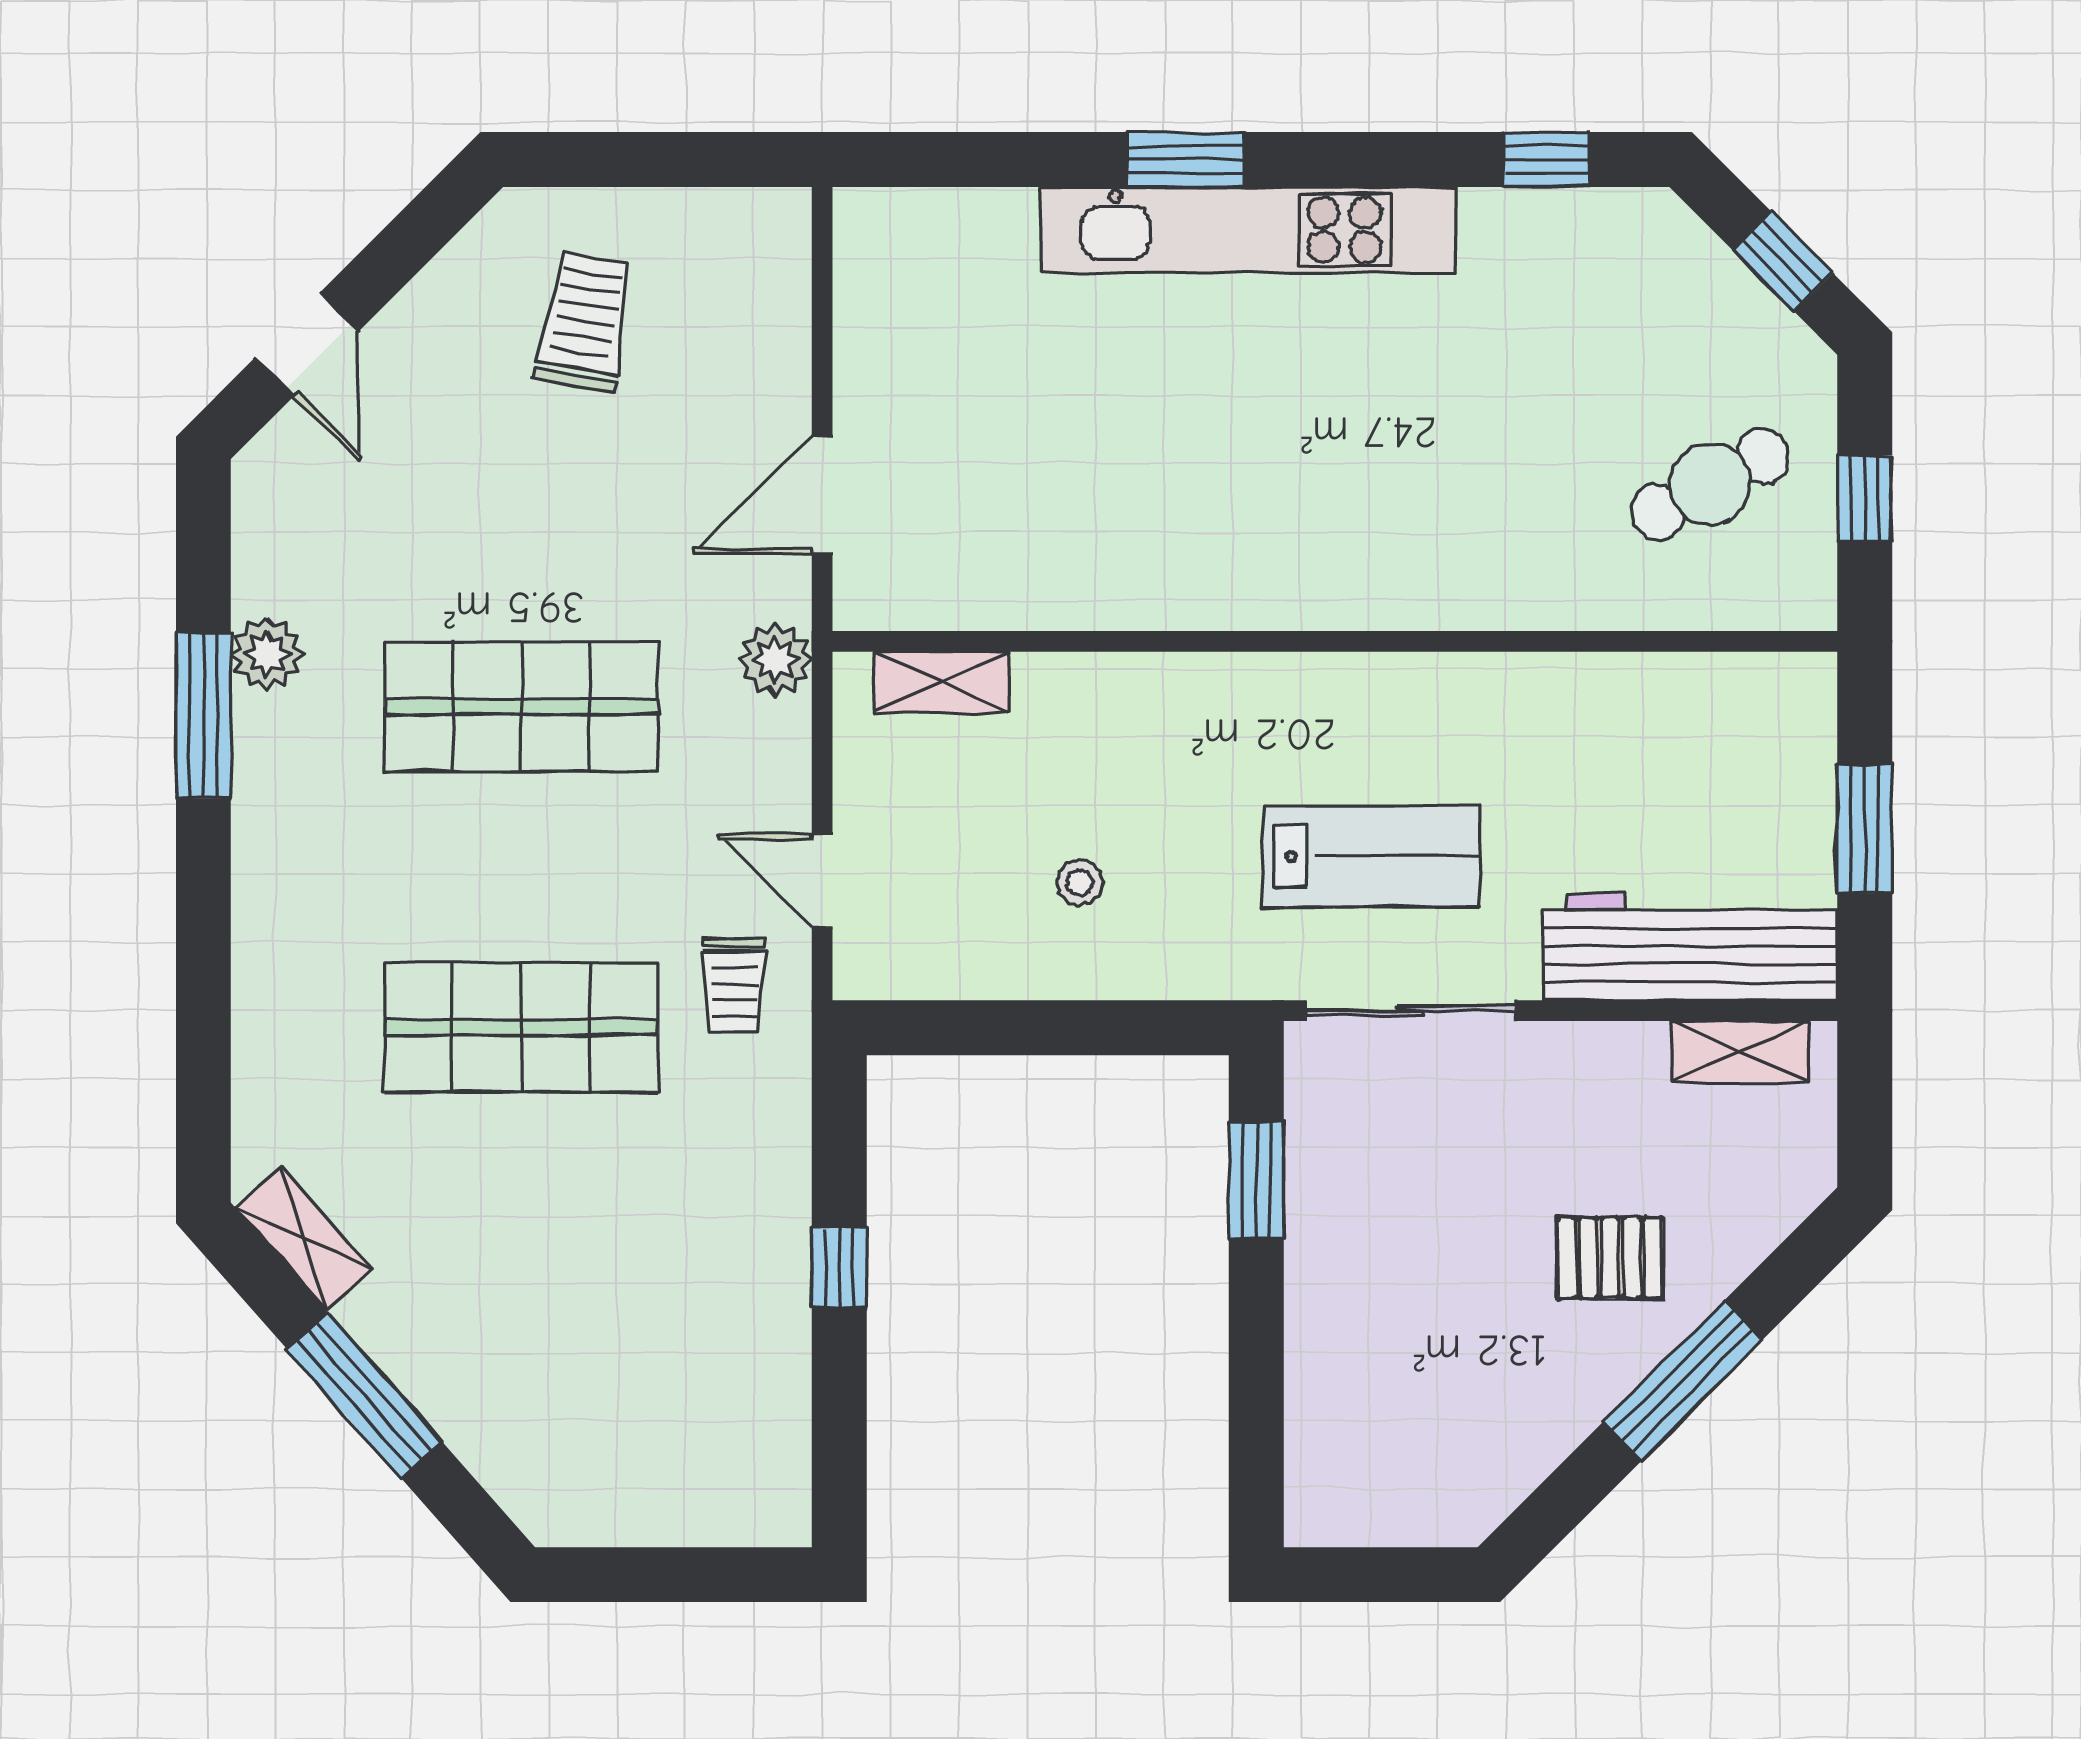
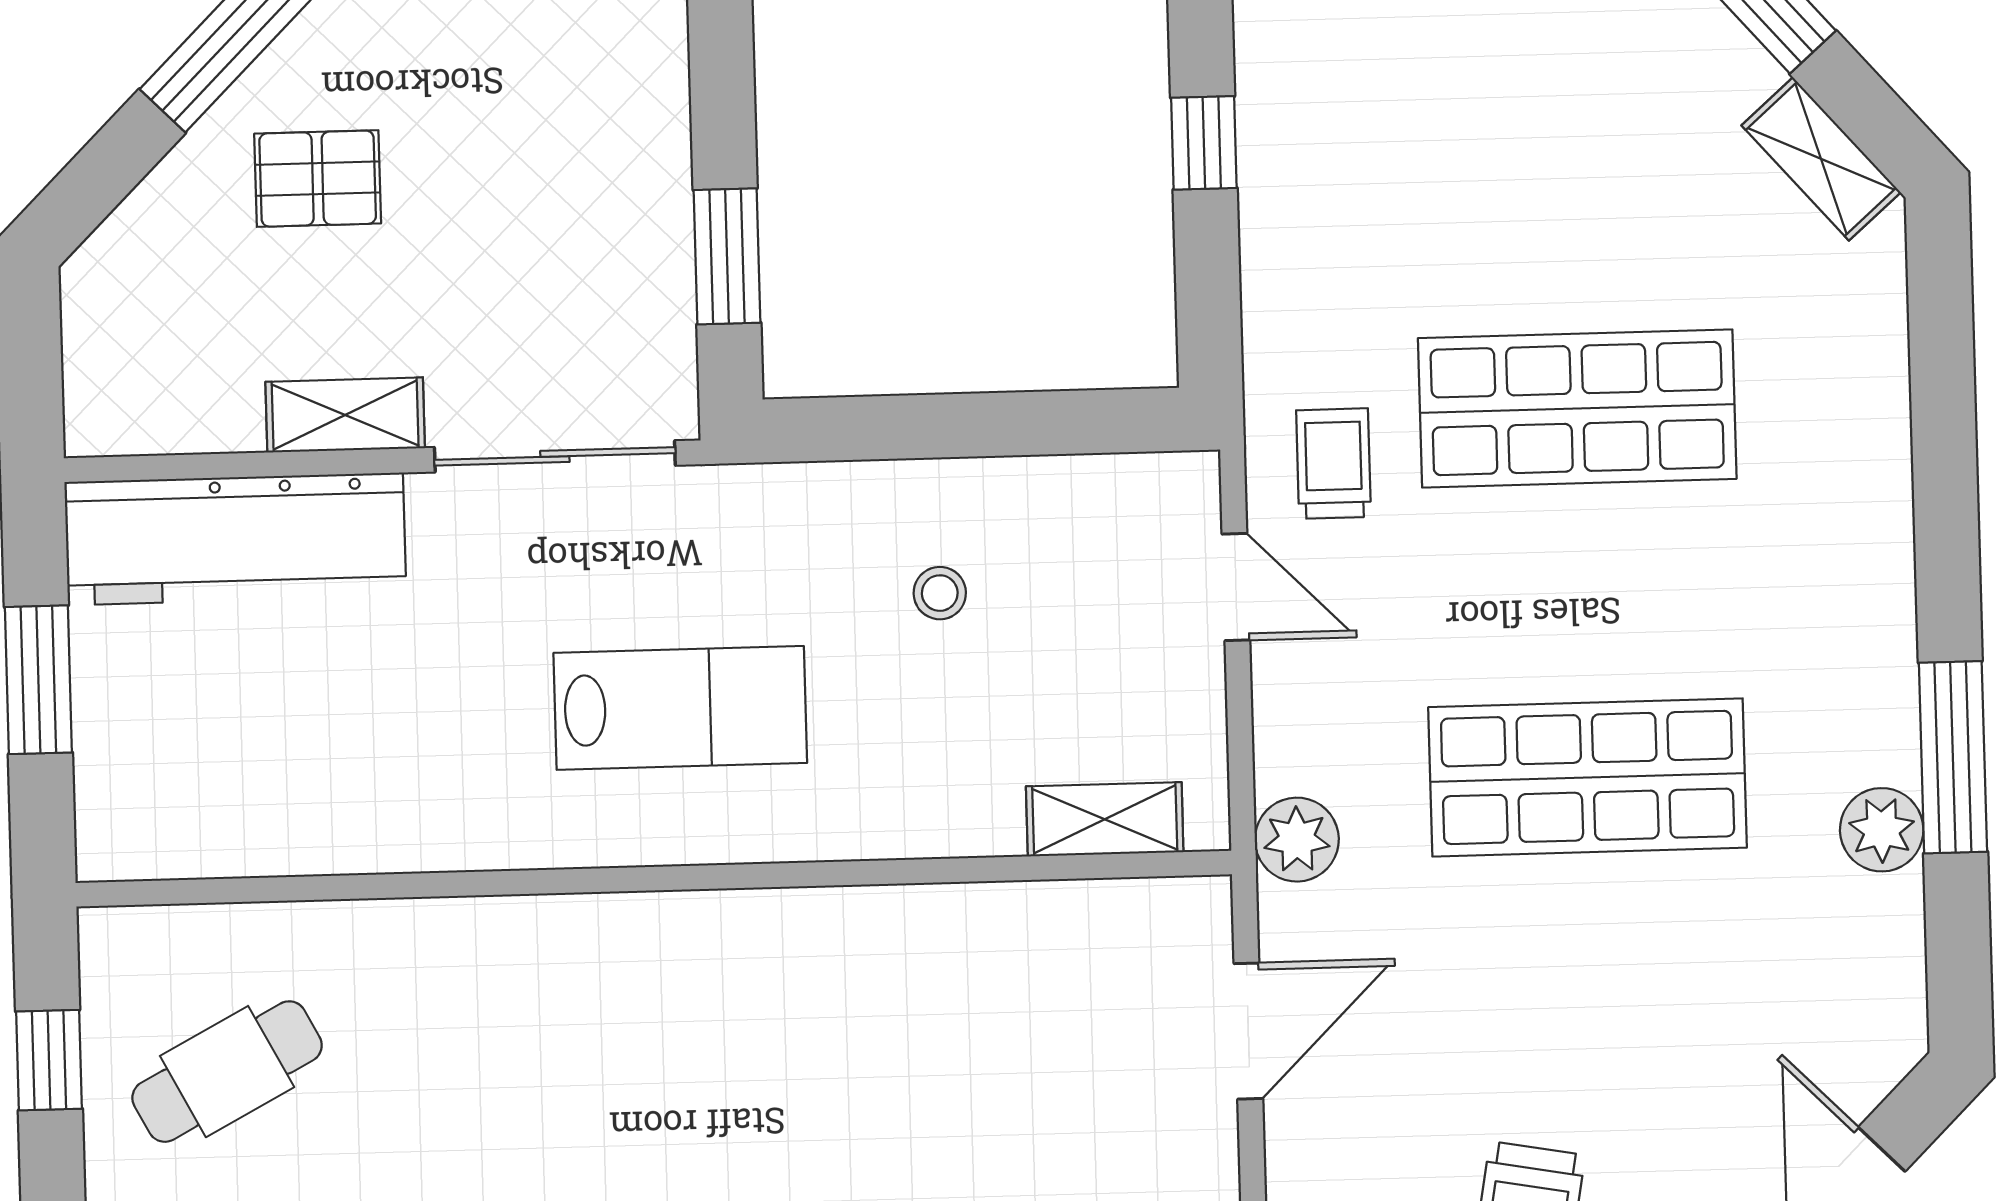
lab bench: (1372, 856) -> (680, 708), moved, turned 180
shelving: (1740, 1052) -> (345, 415), moved

